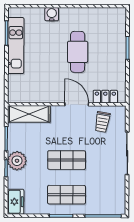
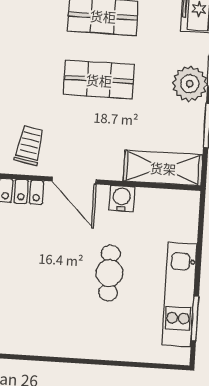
water cooler: (52, 14) -> (122, 198), moved, turned 180
cafe table: (78, 52) -> (109, 273), moved, width x0.73, depth x0.74

